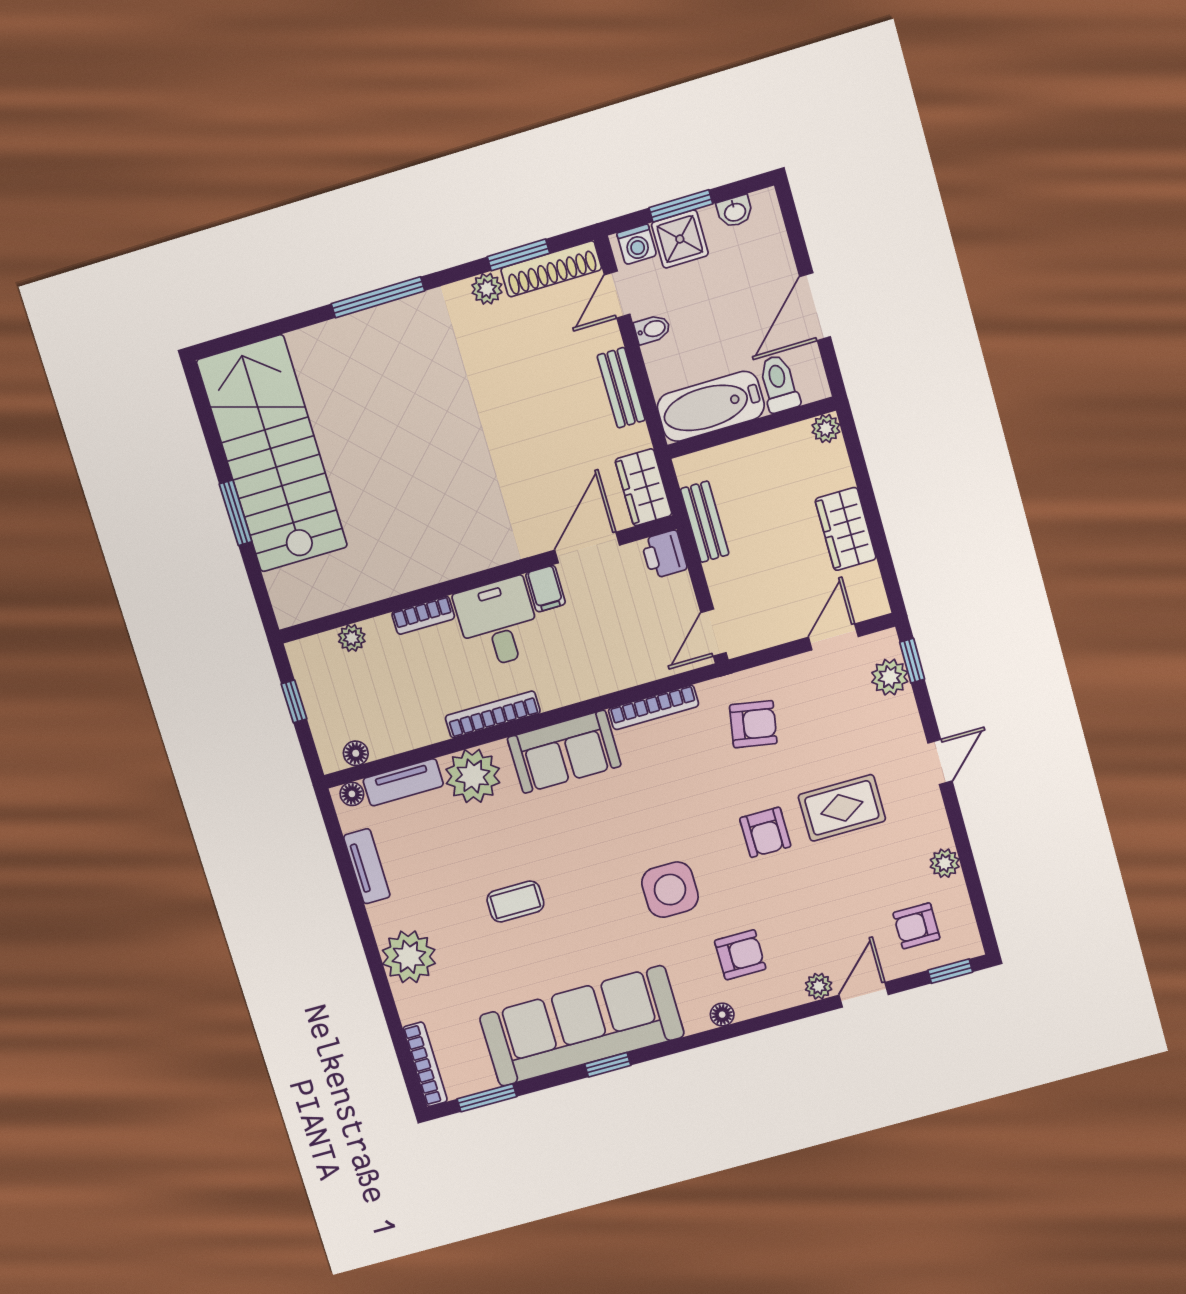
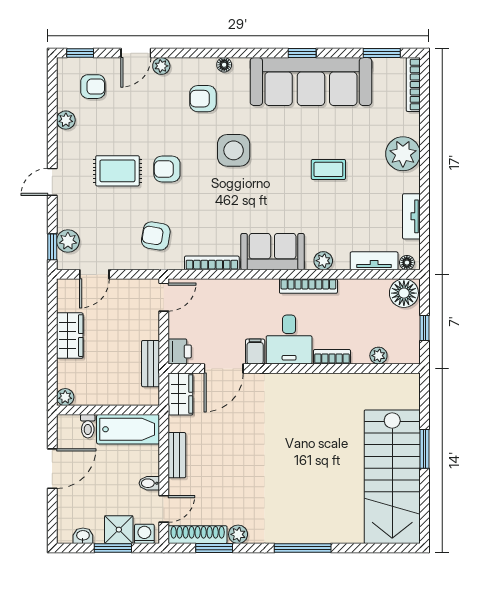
toilet: (779, 384) -> (88, 426), width x0.73, depth x0.72
floor lamp: (356, 753) -> (404, 293), width x1.89, depth x1.89
plant: (473, 776) -> (323, 261), width x0.53, depth x0.53
armchair: (765, 832) -> (167, 169), turned -90

